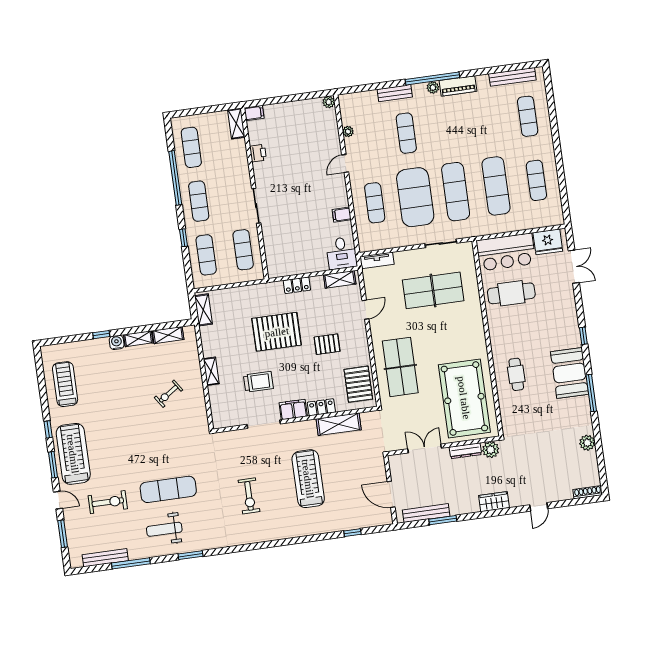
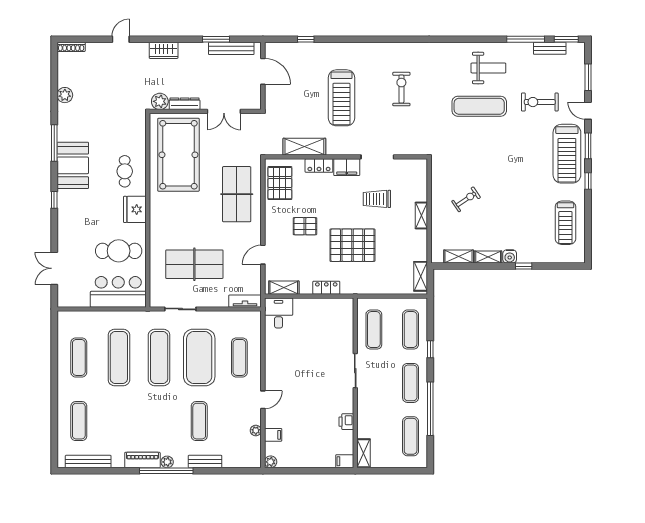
filing cabinet: (342, 215) -> (273, 435), moved
fridge: (548, 242) -> (135, 209), moved, turned -90
window: (191, 555) -> (566, 39), moved
bench: (105, 558) -> (550, 48), width x0.73

